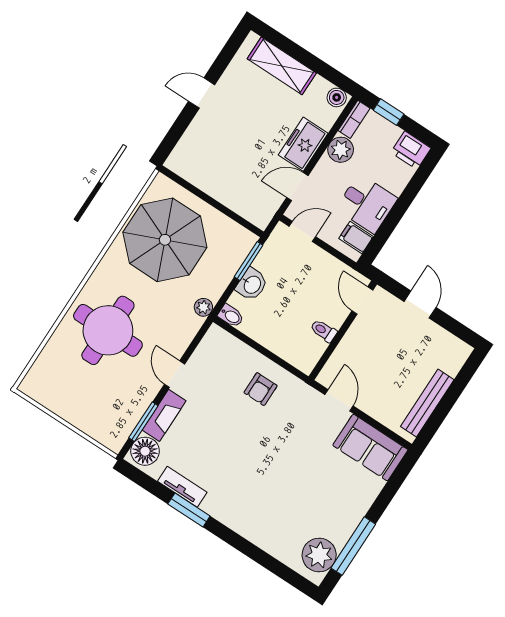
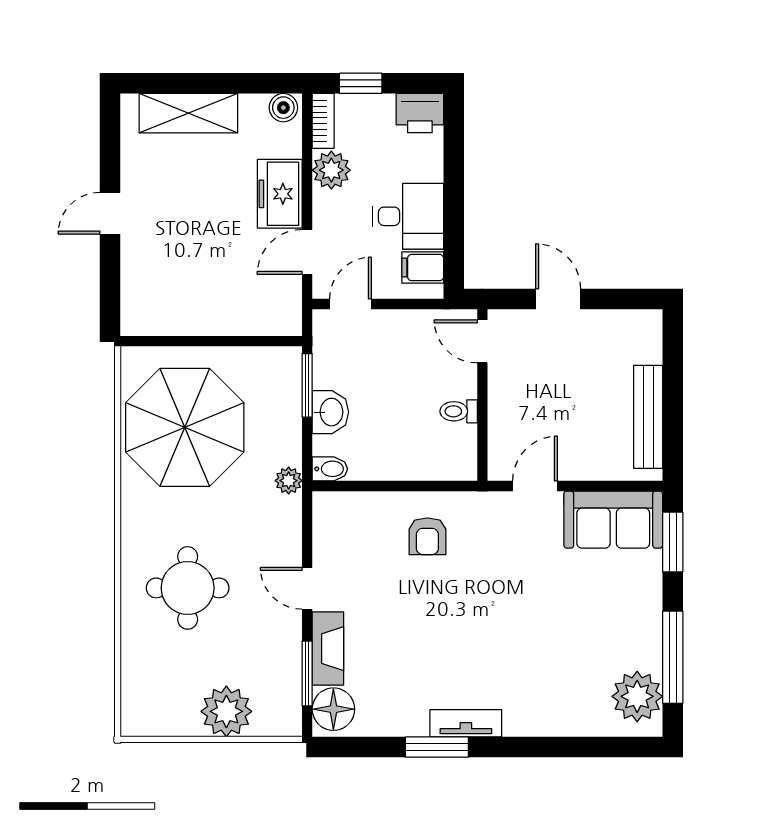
round table: (108, 330) -> (188, 588), width x0.73, depth x0.73
door: (339, 400) -> (535, 486), hinge flipped
plant: (85, 413) -> (226, 711), added
window: (395, 482) -> (673, 542), added
tv unit: (182, 487) -> (466, 723), moved

